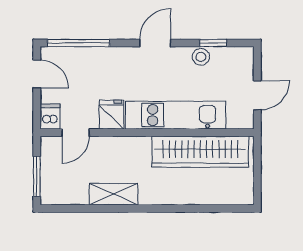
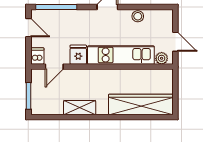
window: (213, 43) -> (146, 7), removed
door: (257, 95) -> (175, 42), hinge flipped
plant: (237, 120) -> (162, 58), added
wardrobe: (200, 152) -> (141, 104), moved, turned 180

